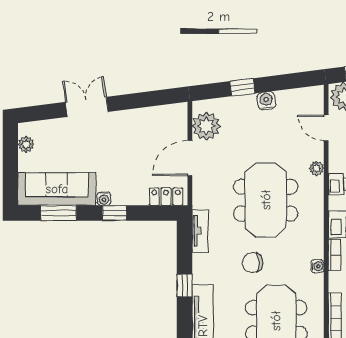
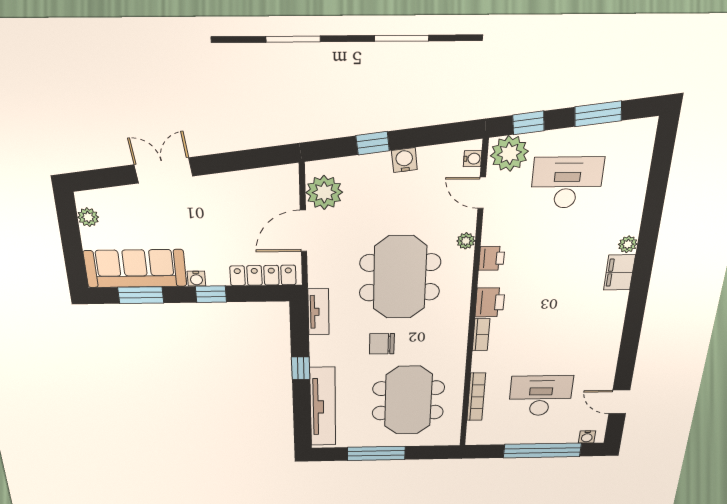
locker: (166, 197) -> (263, 275), width x1.53
water cooler: (317, 266) -> (473, 159), moved

